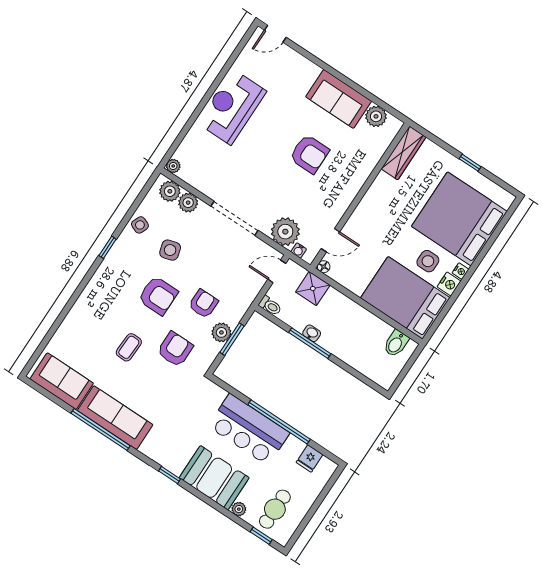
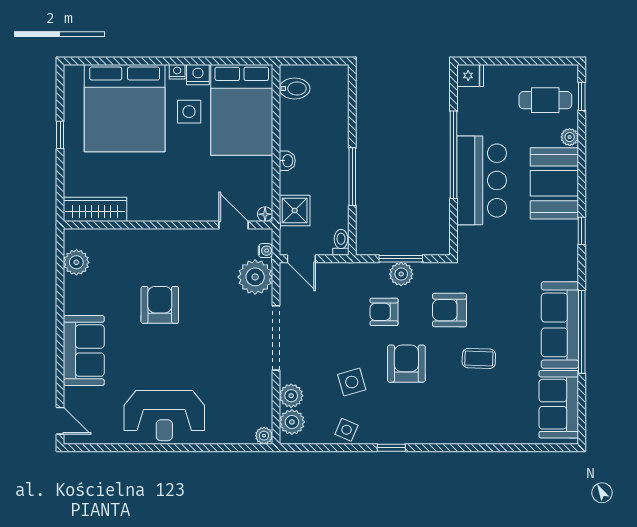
sofa: (339, 99) -> (84, 351), moved
washbasin: (312, 333) -> (287, 161), moved, turned 180
fridge: (310, 458) -> (470, 75), moved

